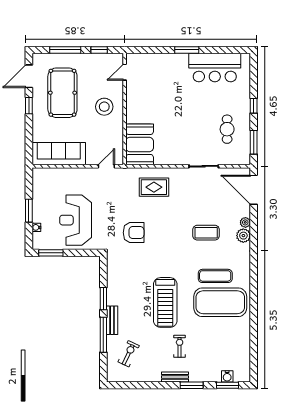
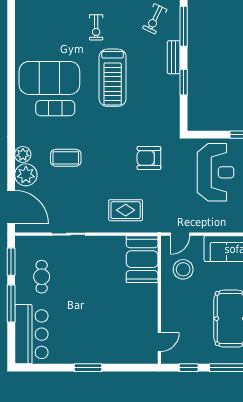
bar counter: (215, 68) -> (31, 334), moved, turned 90
window: (254, 106) -> (11, 304), width x2.17
stool: (104, 107) -> (183, 269), moved
plant: (245, 222) -> (26, 175), width x1.87, depth x1.87
treadmill: (165, 302) -> (113, 78), turned 180
window: (103, 335) -> (184, 26), moved

